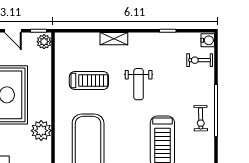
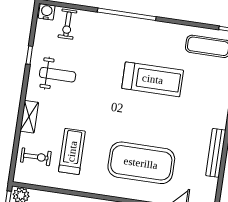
weight bench: (139, 84) -> (58, 75), moved
exercise bike: (201, 118) -> (36, 157), moved

